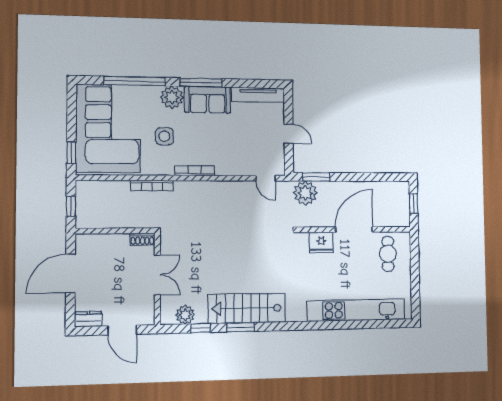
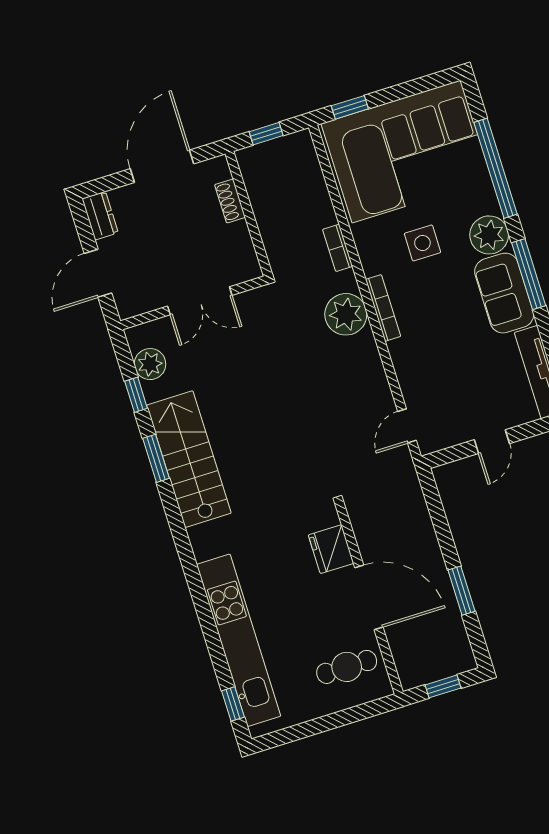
window: (316, 177) -> (461, 591), moved
bookcase: (152, 186) -> (338, 248), width x0.64
plant: (305, 193) -> (346, 314), moved
shoe rack: (142, 239) -> (230, 201), moved
door: (71, 273) -> (162, 166), hinge flipped
window: (390, 324) -> (233, 704), added

